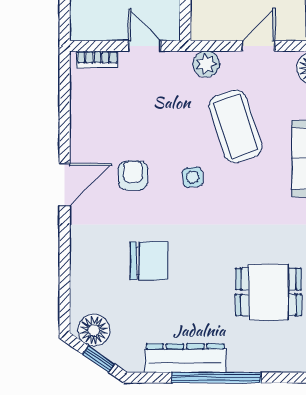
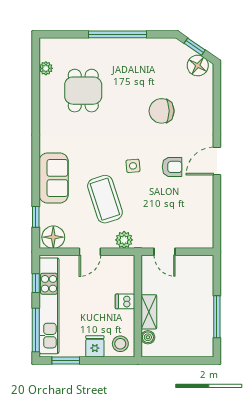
bookcase: (97, 59) -> (195, 243), removed
armchair: (133, 175) -> (172, 167), turned -90
dining table: (269, 292) -> (83, 91), turned 90
dresser: (185, 358) -> (138, 47), removed

